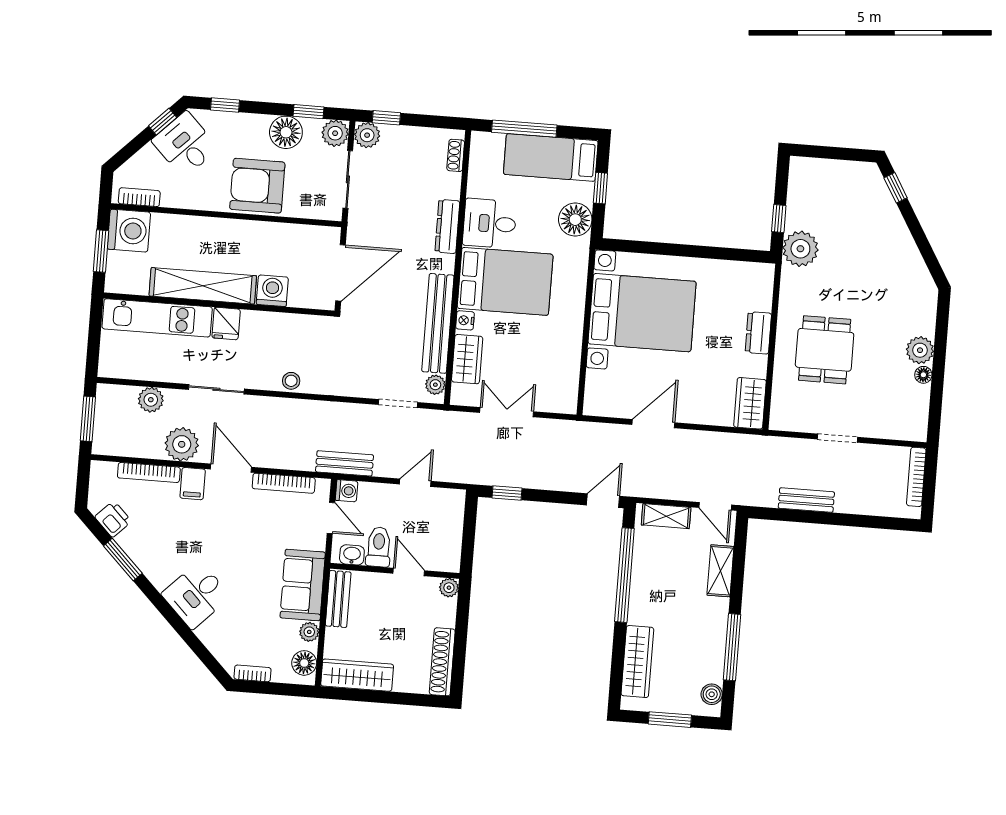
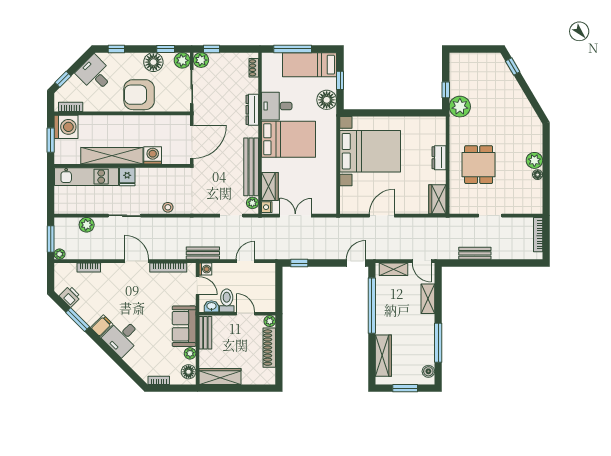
window: (163, 122) -> (63, 79), moved
nightstand: (465, 320) -> (267, 207), moved
plant: (182, 444) -> (60, 254), moved, width x0.53, depth x0.53
bookcase: (149, 473) -> (89, 268), width x0.64
filing cabinet: (193, 484) -> (102, 326), moved, turned -135
shoe rack: (442, 662) -> (269, 348), moved

